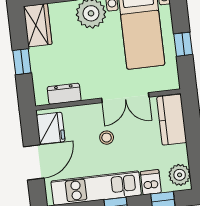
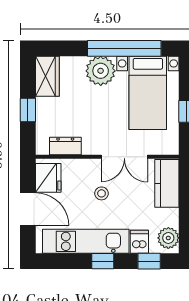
door: (34, 162) -> (28, 209), hinge flipped

